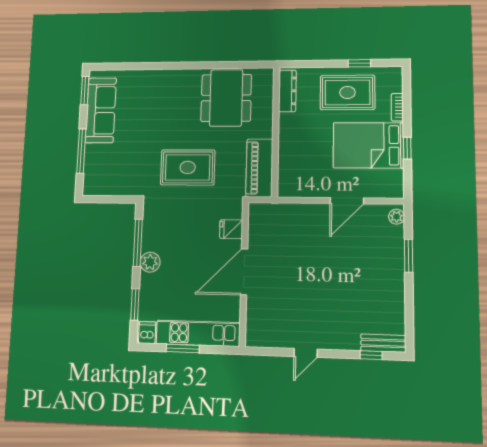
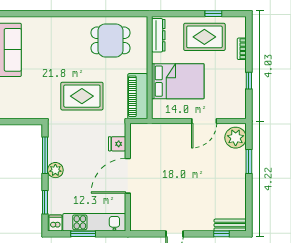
dining table: (226, 98) -> (110, 40), width x0.73
bed: (368, 145) -> (178, 81), moved, turned 180
plant: (397, 217) -> (236, 138), width x1.87, depth x1.87

